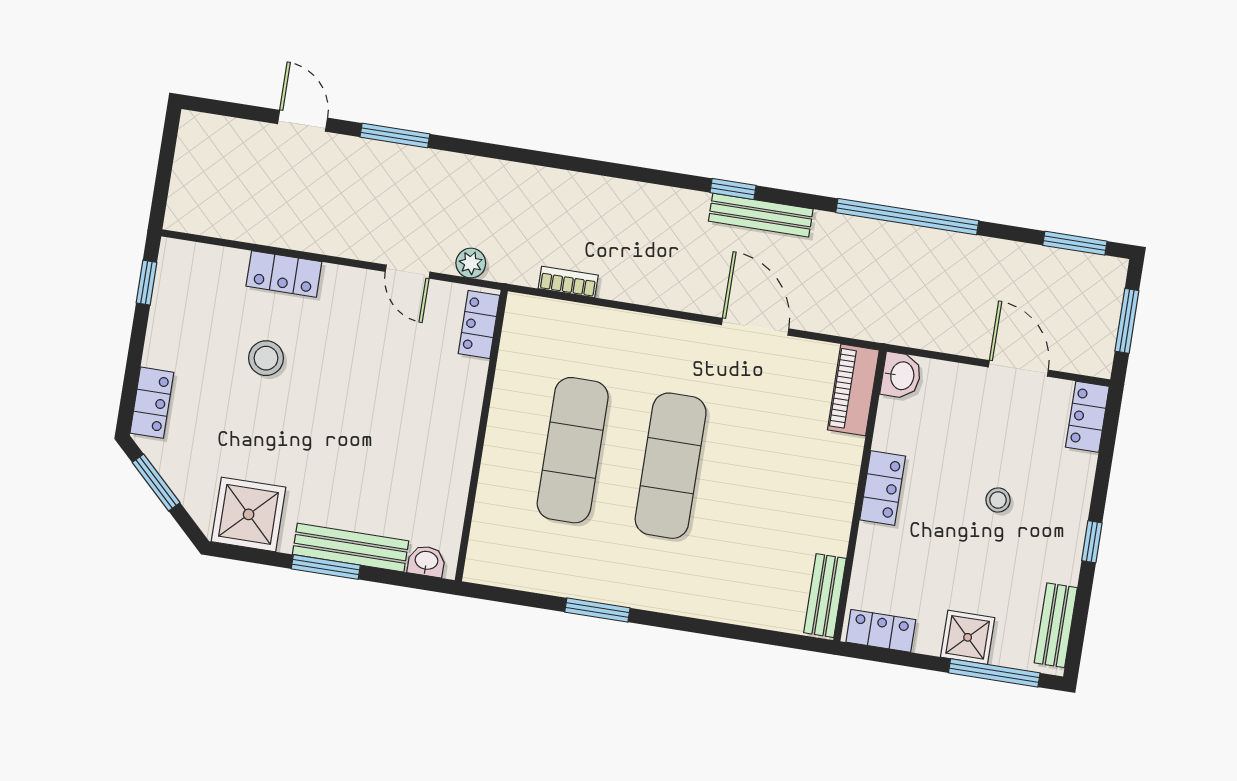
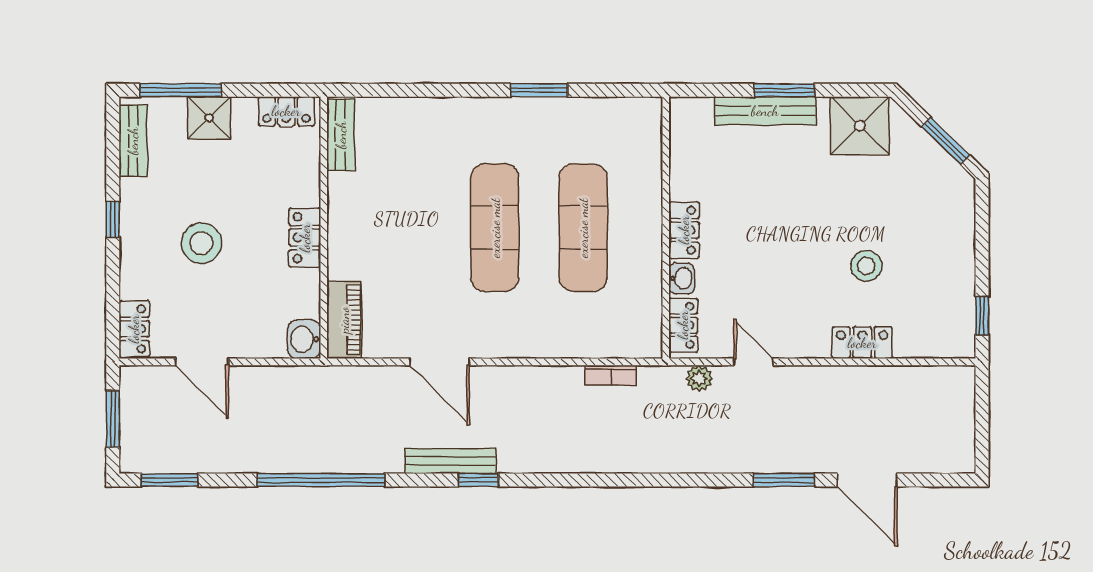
door: (303, 121) -> (867, 480), width x1.38
locker: (152, 403) -> (684, 230), moved, turned 180
stool: (998, 500) -> (201, 243), width x1.89, depth x1.89
washbasin: (426, 561) -> (682, 278), moved, turned -90

